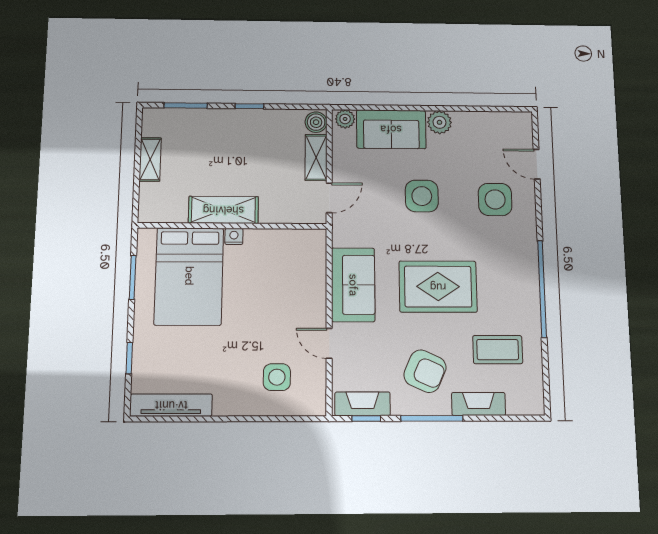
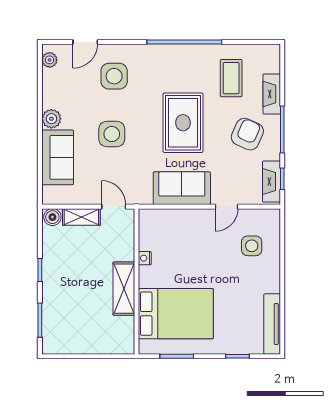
plant: (345, 119) -> (50, 60), moved
shelving: (150, 159) -> (84, 346), removed
nightstand: (234, 236) -> (145, 258), moved

